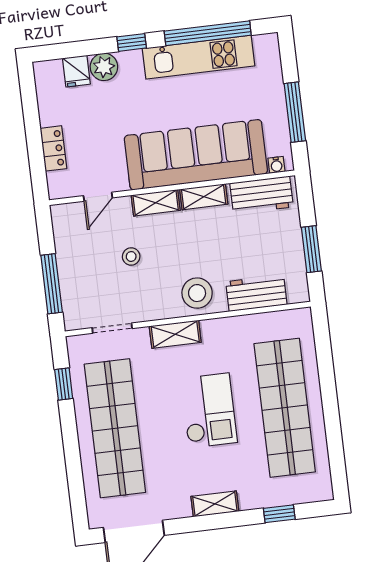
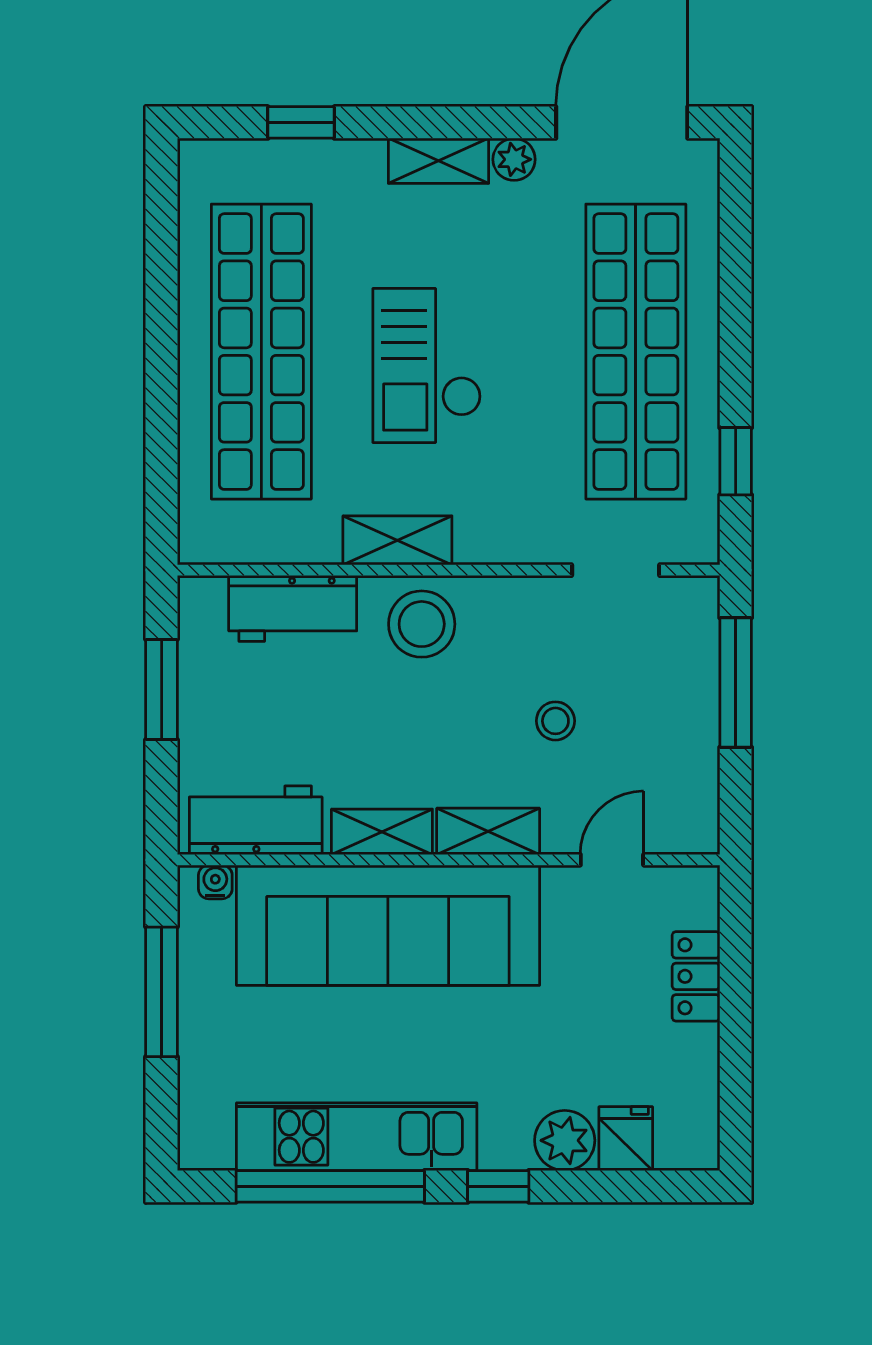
shelving: (175, 334) -> (397, 540), moved
plant: (181, 509) -> (514, 159), added

